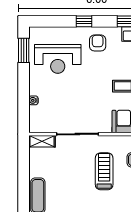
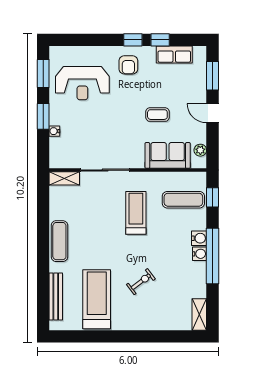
window: (84, 21) -> (133, 40), moved
armchair: (98, 43) -> (128, 65), turned 180
window: (24, 88) -> (43, 116), added

